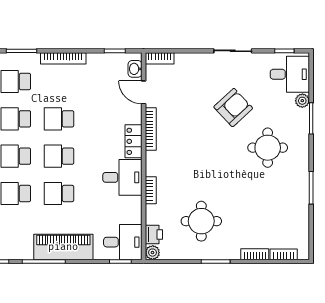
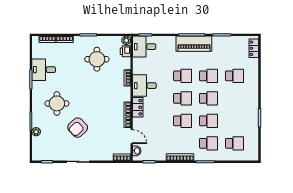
desk: (290, 74) -> (44, 70), moved
piano: (63, 247) -> (194, 44), moved

